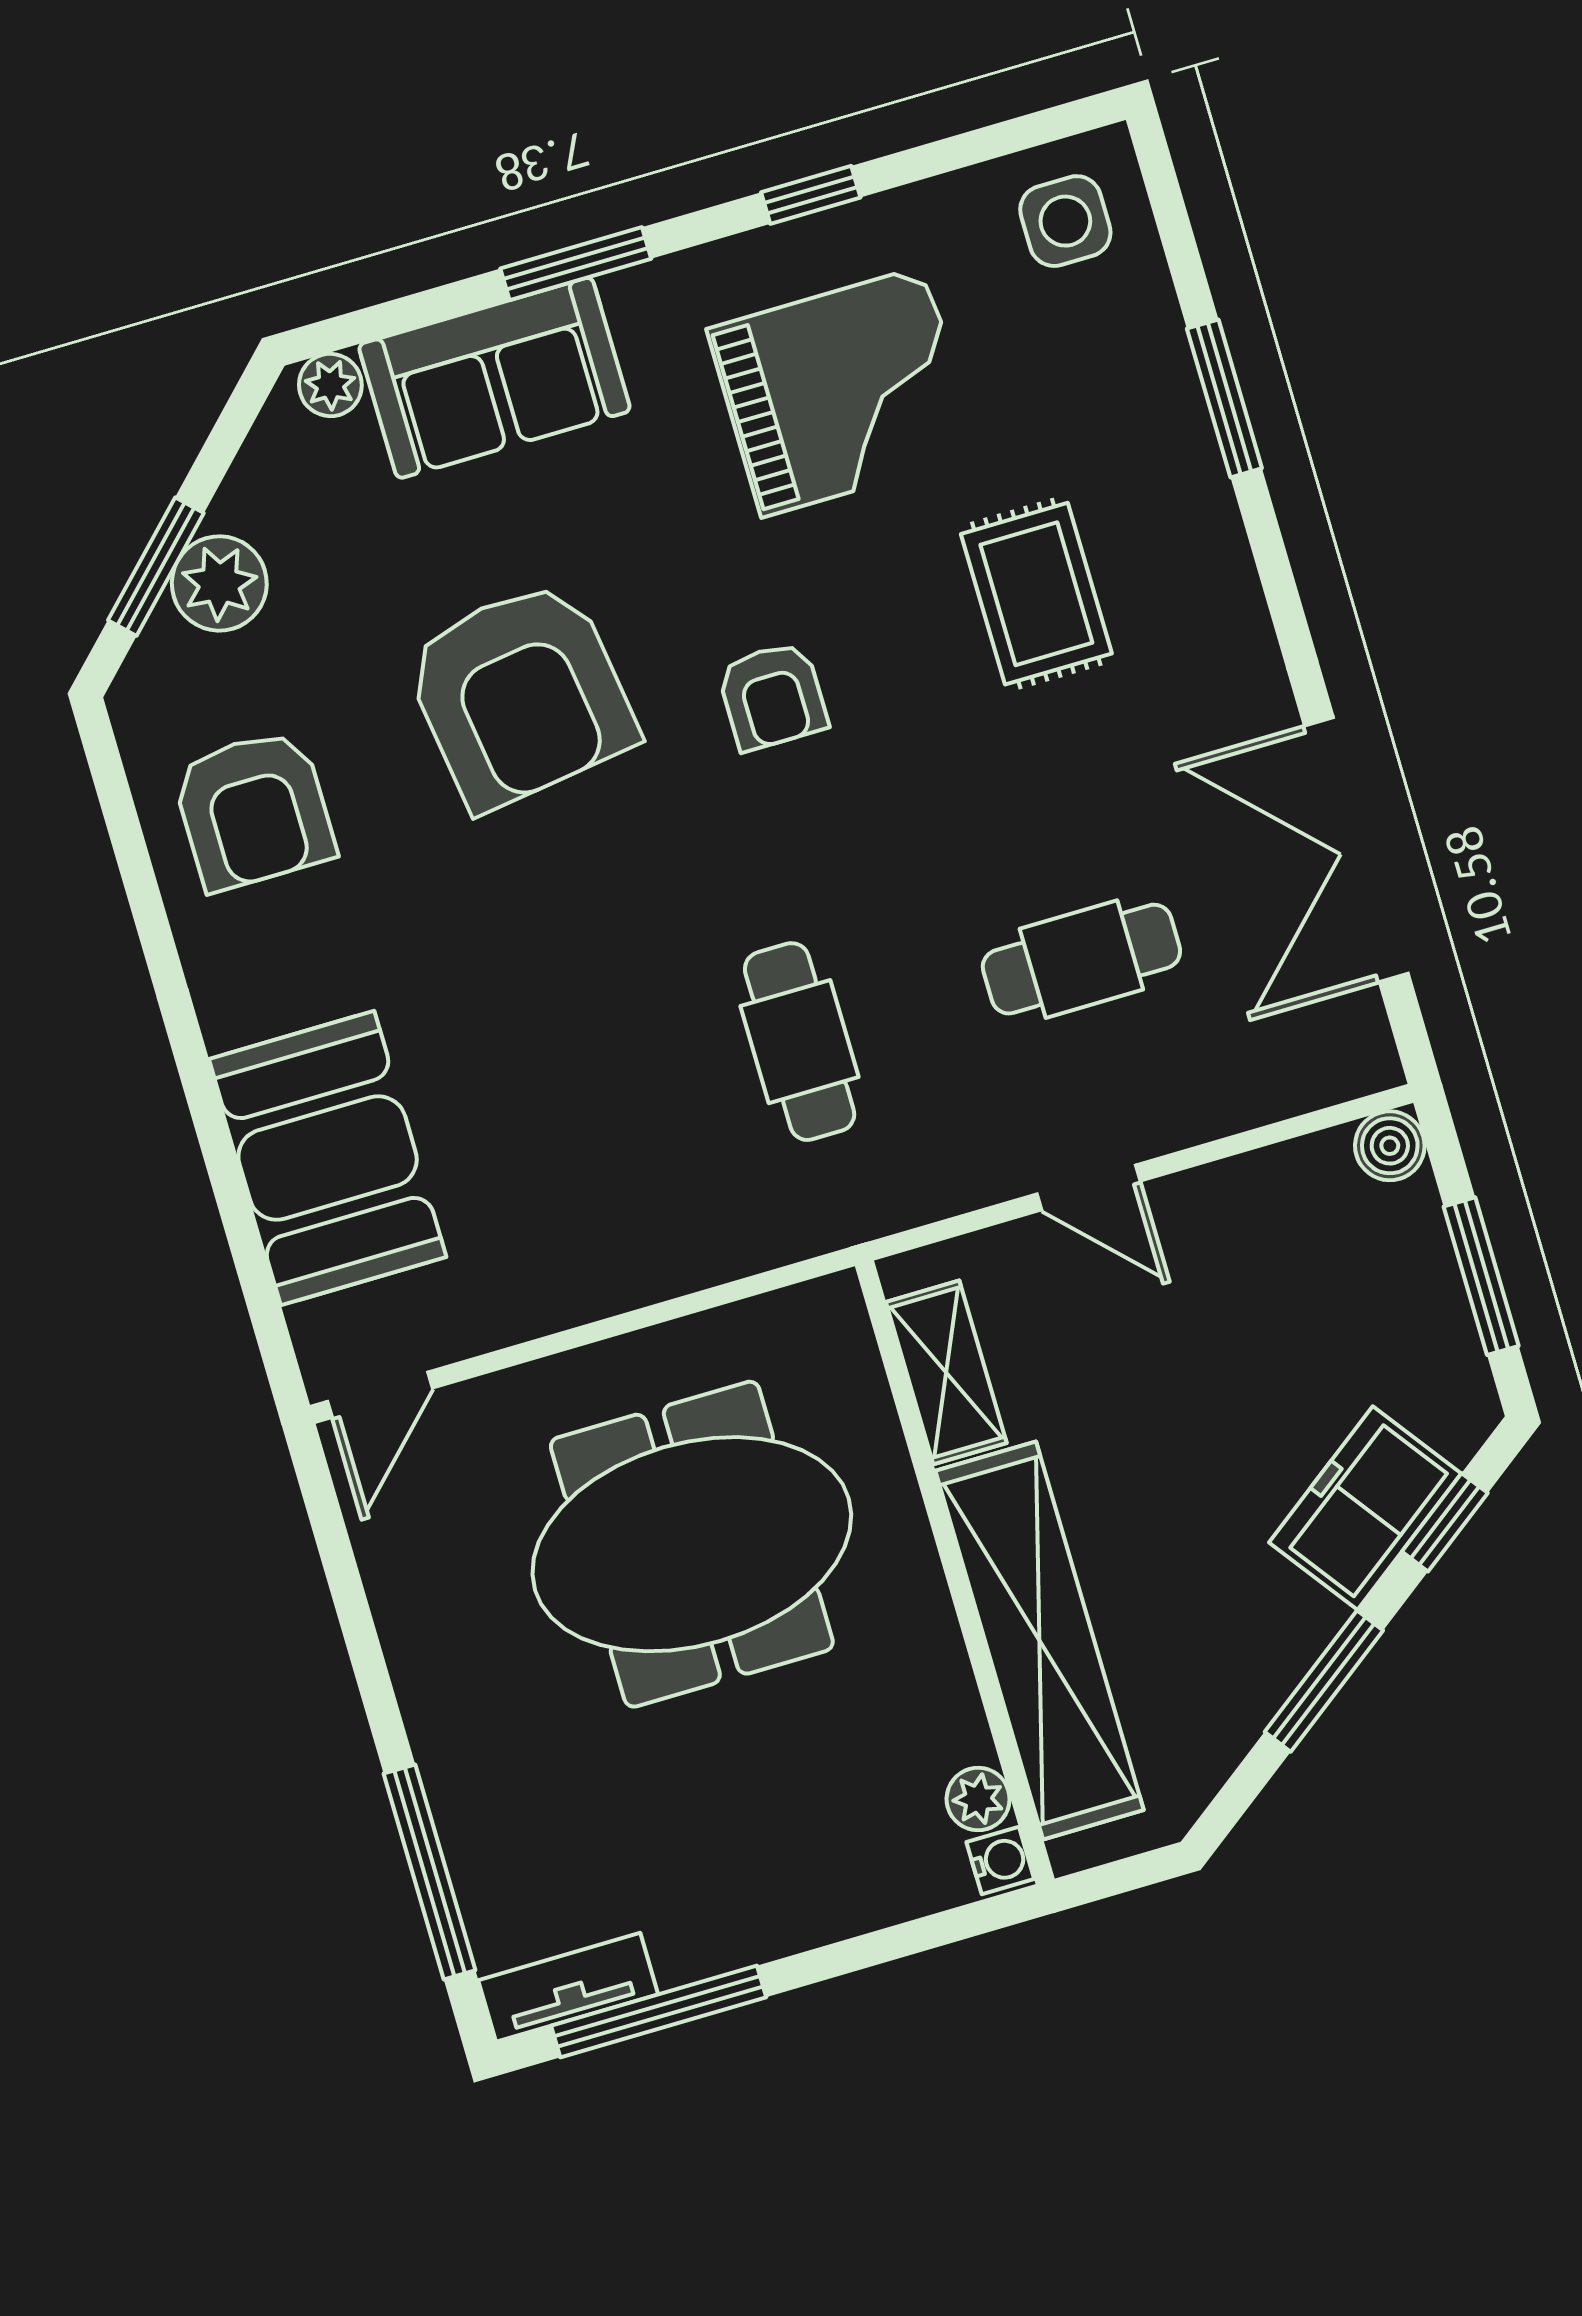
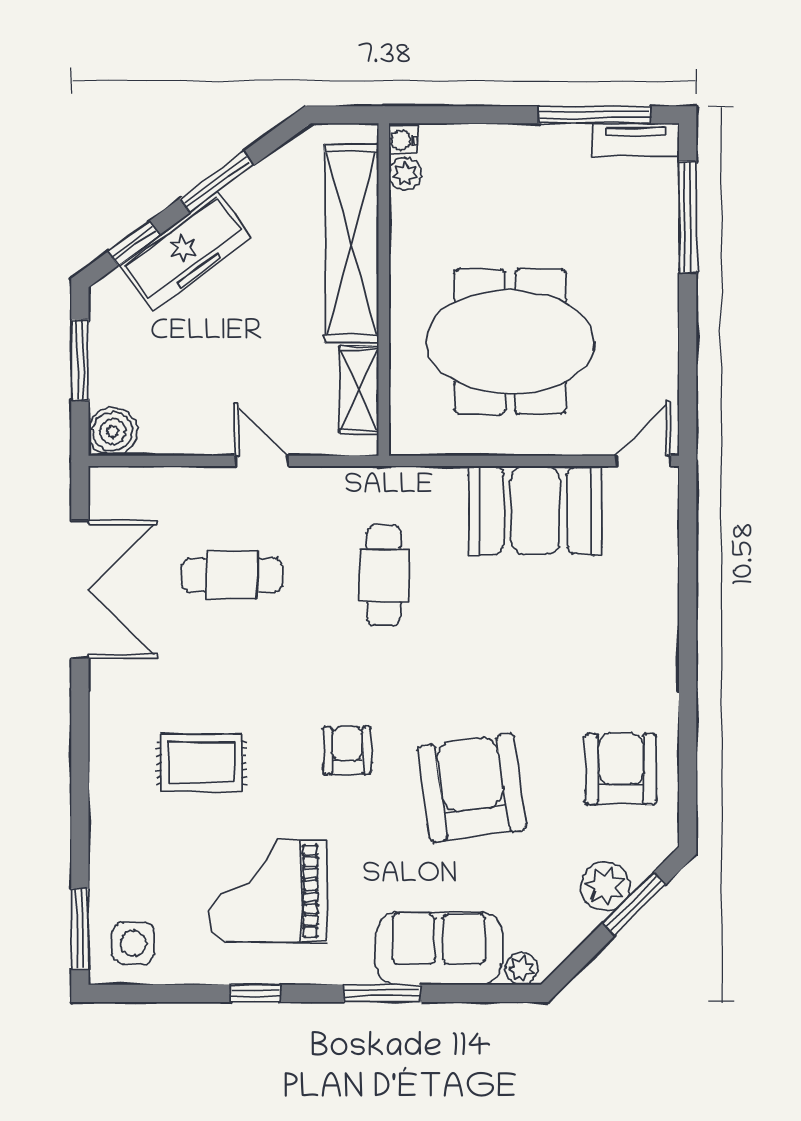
window: (1224, 398) -> (80, 929), moved
rug: (1036, 594) -> (201, 763), turned 90
boiler: (1390, 1146) -> (113, 431), width x1.36, depth x1.36
booth: (328, 1158) -> (535, 511), moved, turned 90
freezer: (1365, 1508) -> (185, 251), width x1.40

